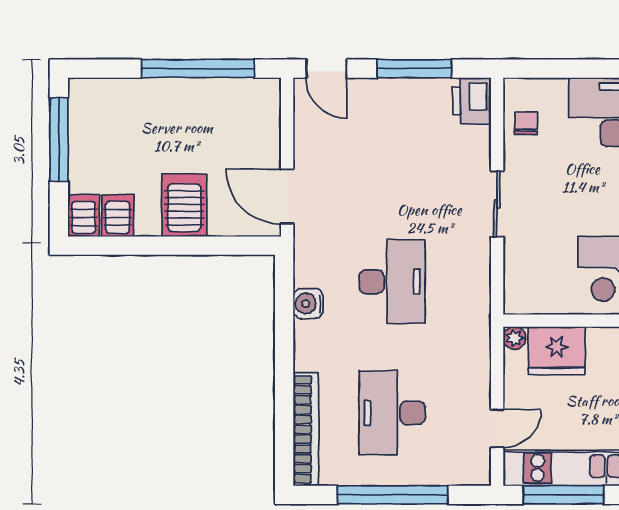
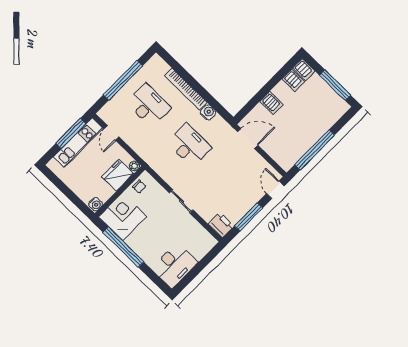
door: (327, 69) -> (275, 190), hinge flipped
chair: (526, 123) -> (139, 187), moved
server rack: (184, 205) -> (271, 103), width x0.73, depth x0.70
desk: (392, 282) -> (189, 145), turned 180
bookcase: (306, 429) -> (186, 89), moved

